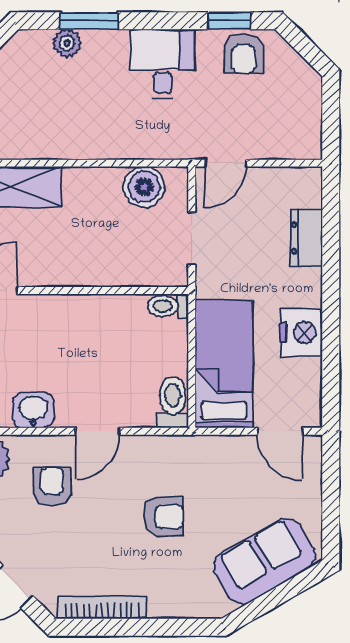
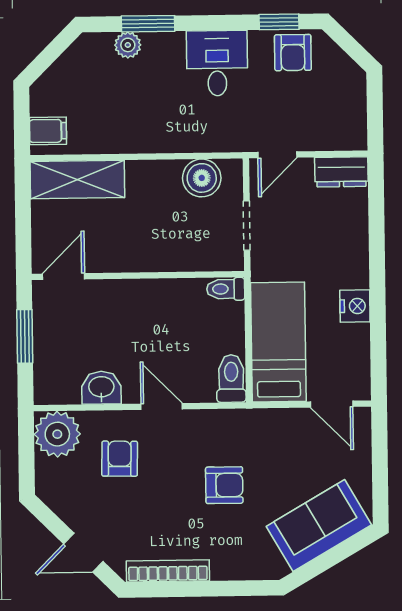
dresser: (306, 238) -> (341, 172), moved, turned -90
nightstand: (301, 333) -> (355, 306), width x0.74, depth x0.75
door: (98, 431) -> (162, 406), swing flipped

